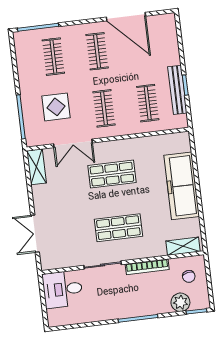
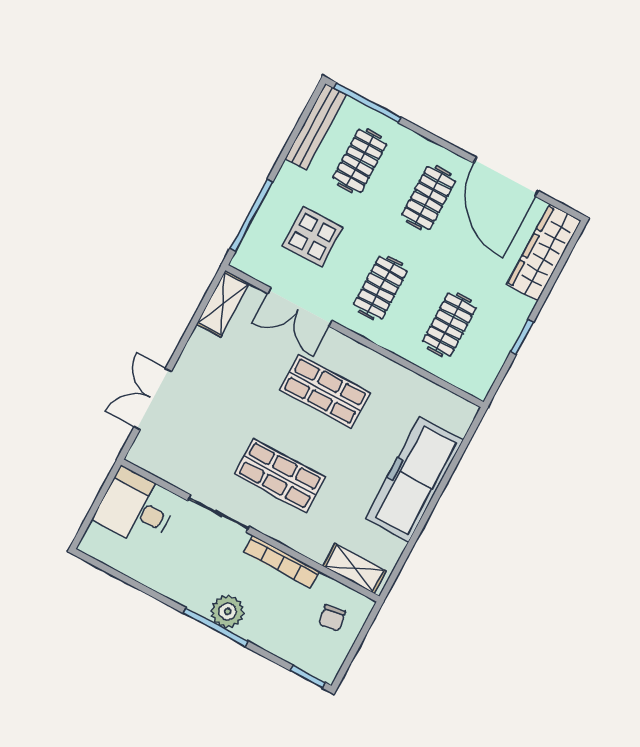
wardrobe: (168, 39) -> (544, 253), added
bench: (177, 90) -> (316, 127), moved
plant: (180, 302) -> (228, 612), moved

